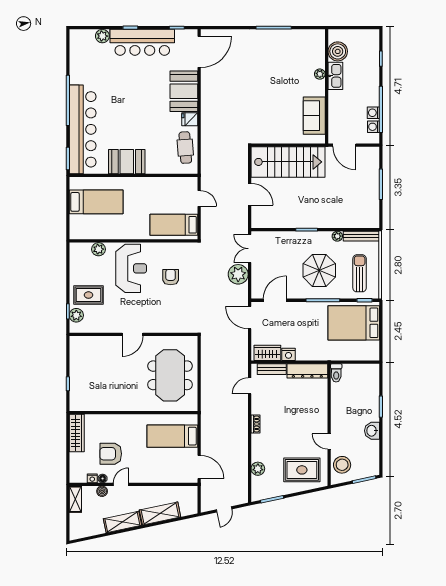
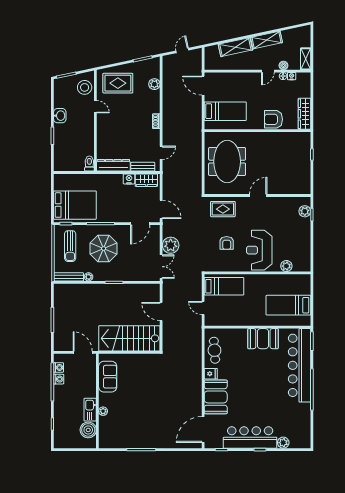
rug: (89, 295) -> (223, 209), moved
armchair: (111, 454) -> (273, 119), moved, turned 180

